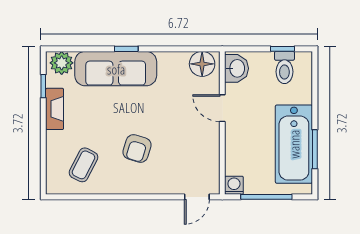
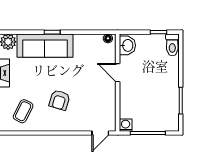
floor lamp: (202, 64) -> (108, 38), width x0.53, depth x0.53
toilet: (284, 67) -> (172, 45), moved
bathtub: (294, 144) -> (166, 97), removed

